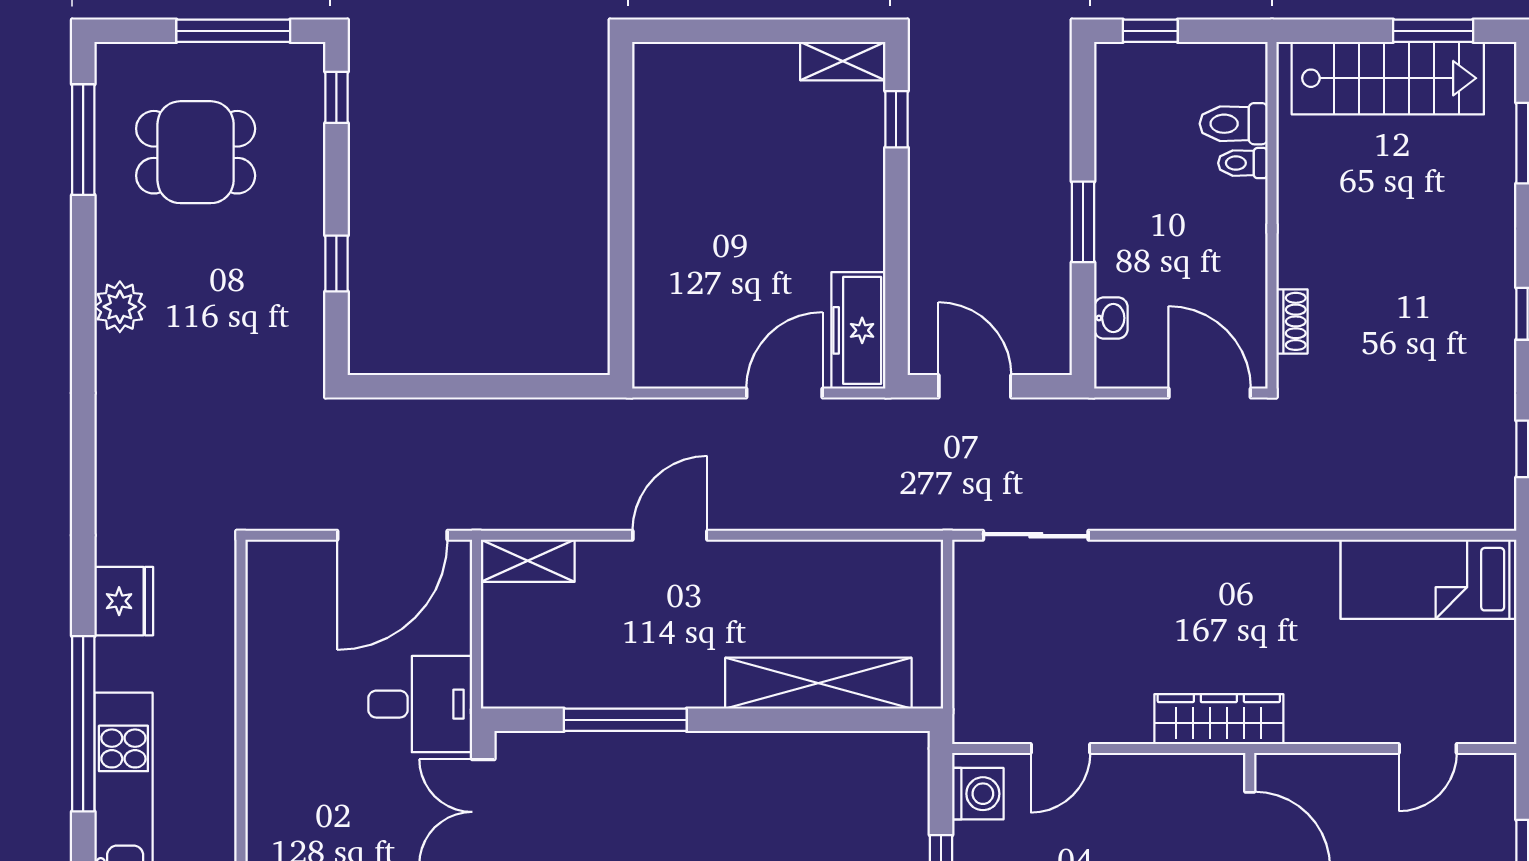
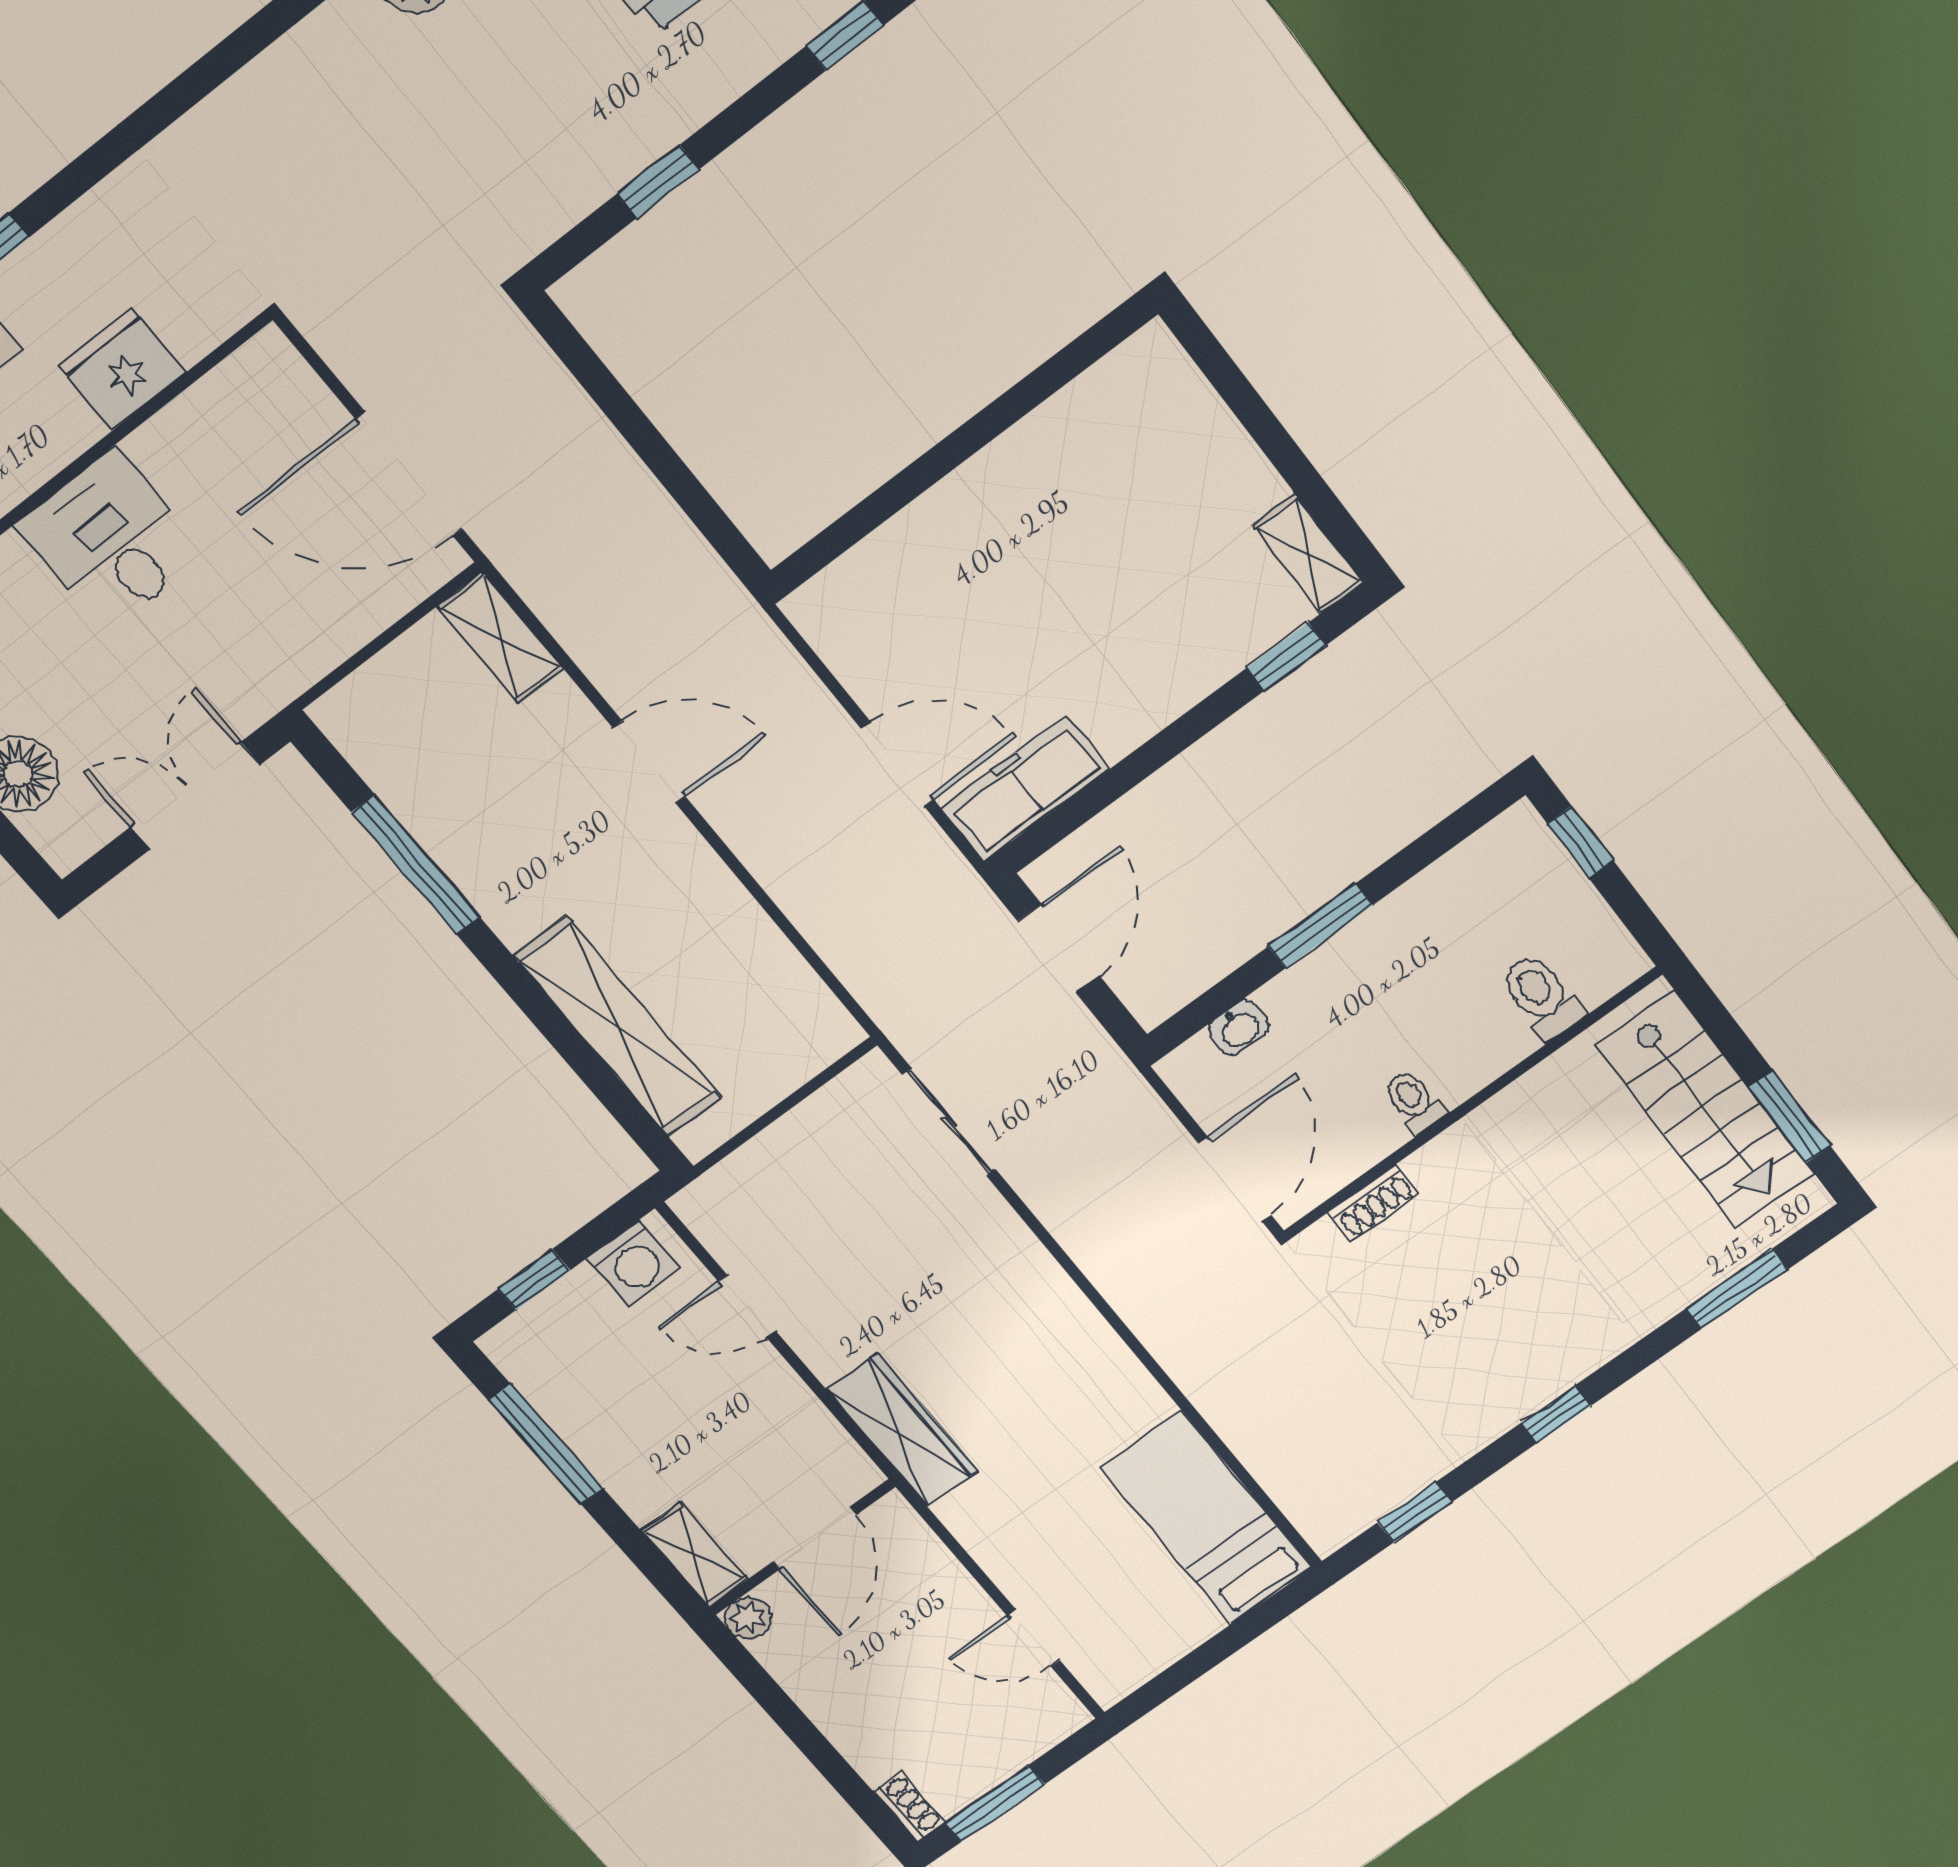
toilet: (1243, 163) -> (1414, 1101), moved
fridge: (124, 601) -> (123, 370), moved, turned 180
desk: (420, 704) -> (111, 540), moved, turned 180

